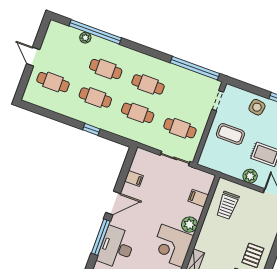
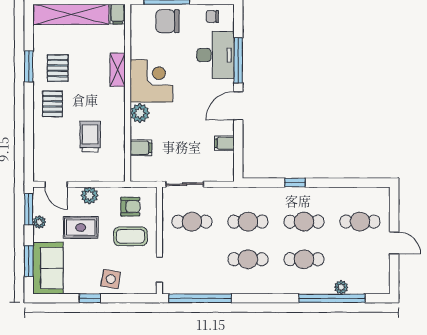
armchair: (222, 157) -> (130, 207), added
trolley: (227, 205) -> (90, 137), moved

